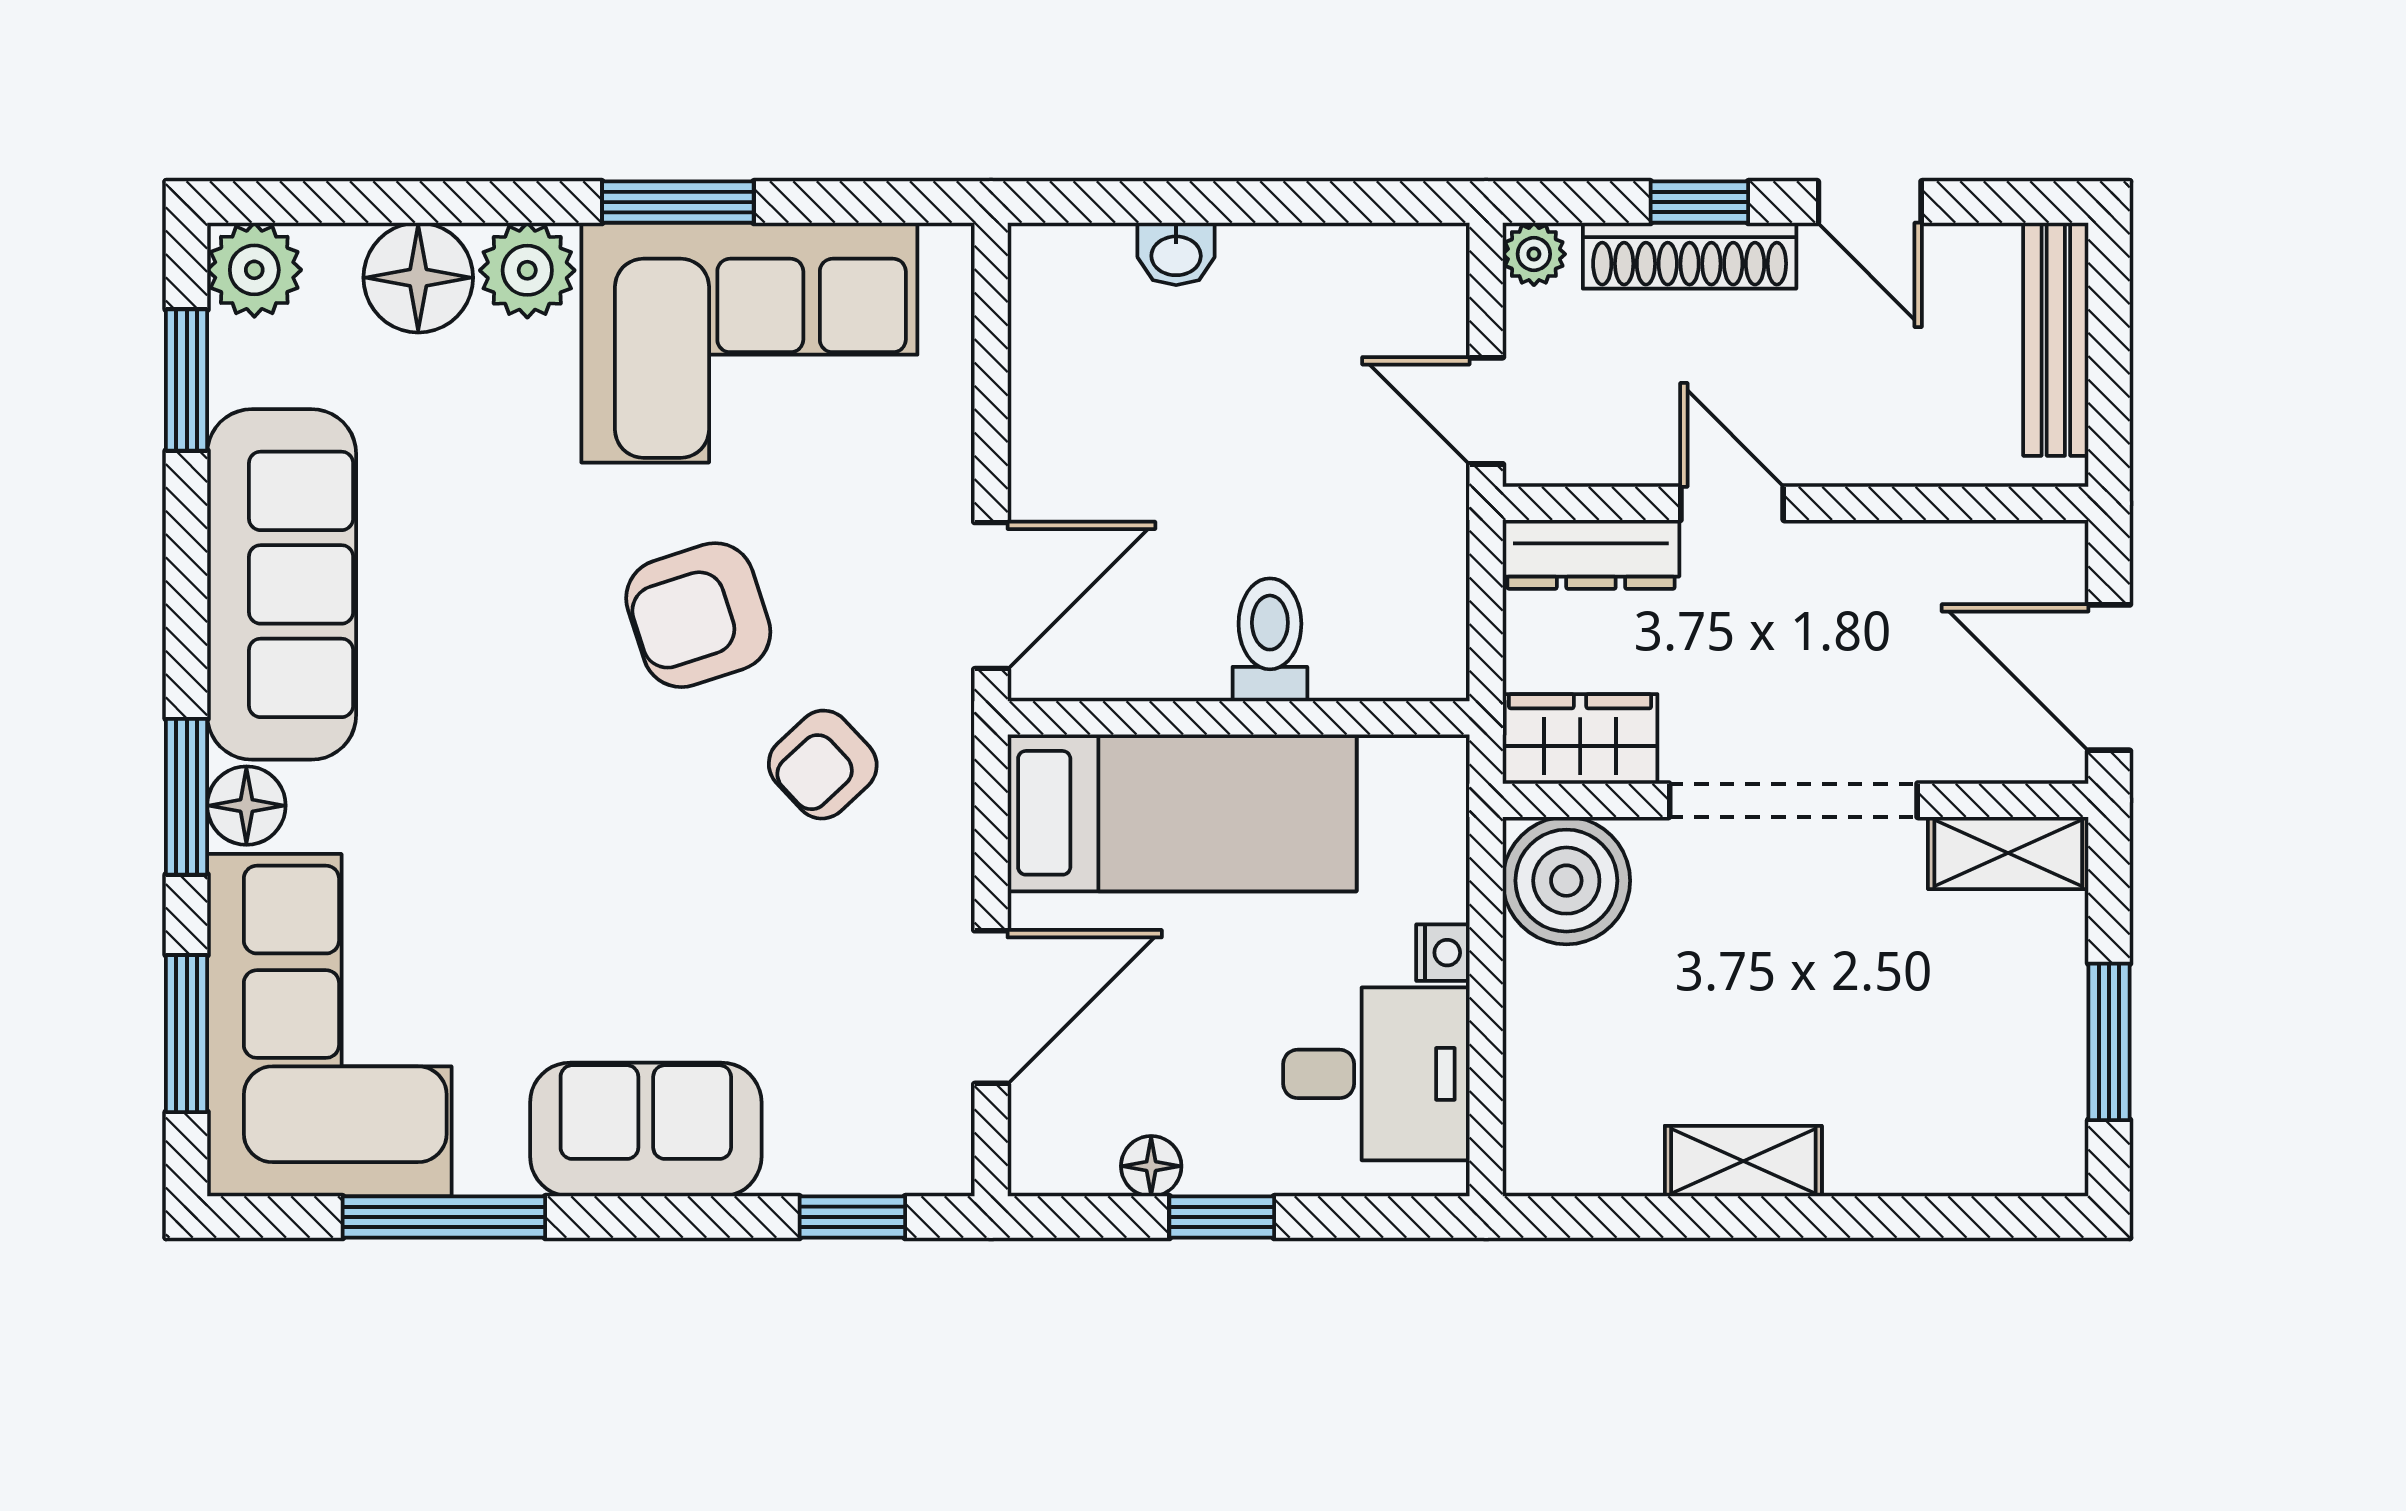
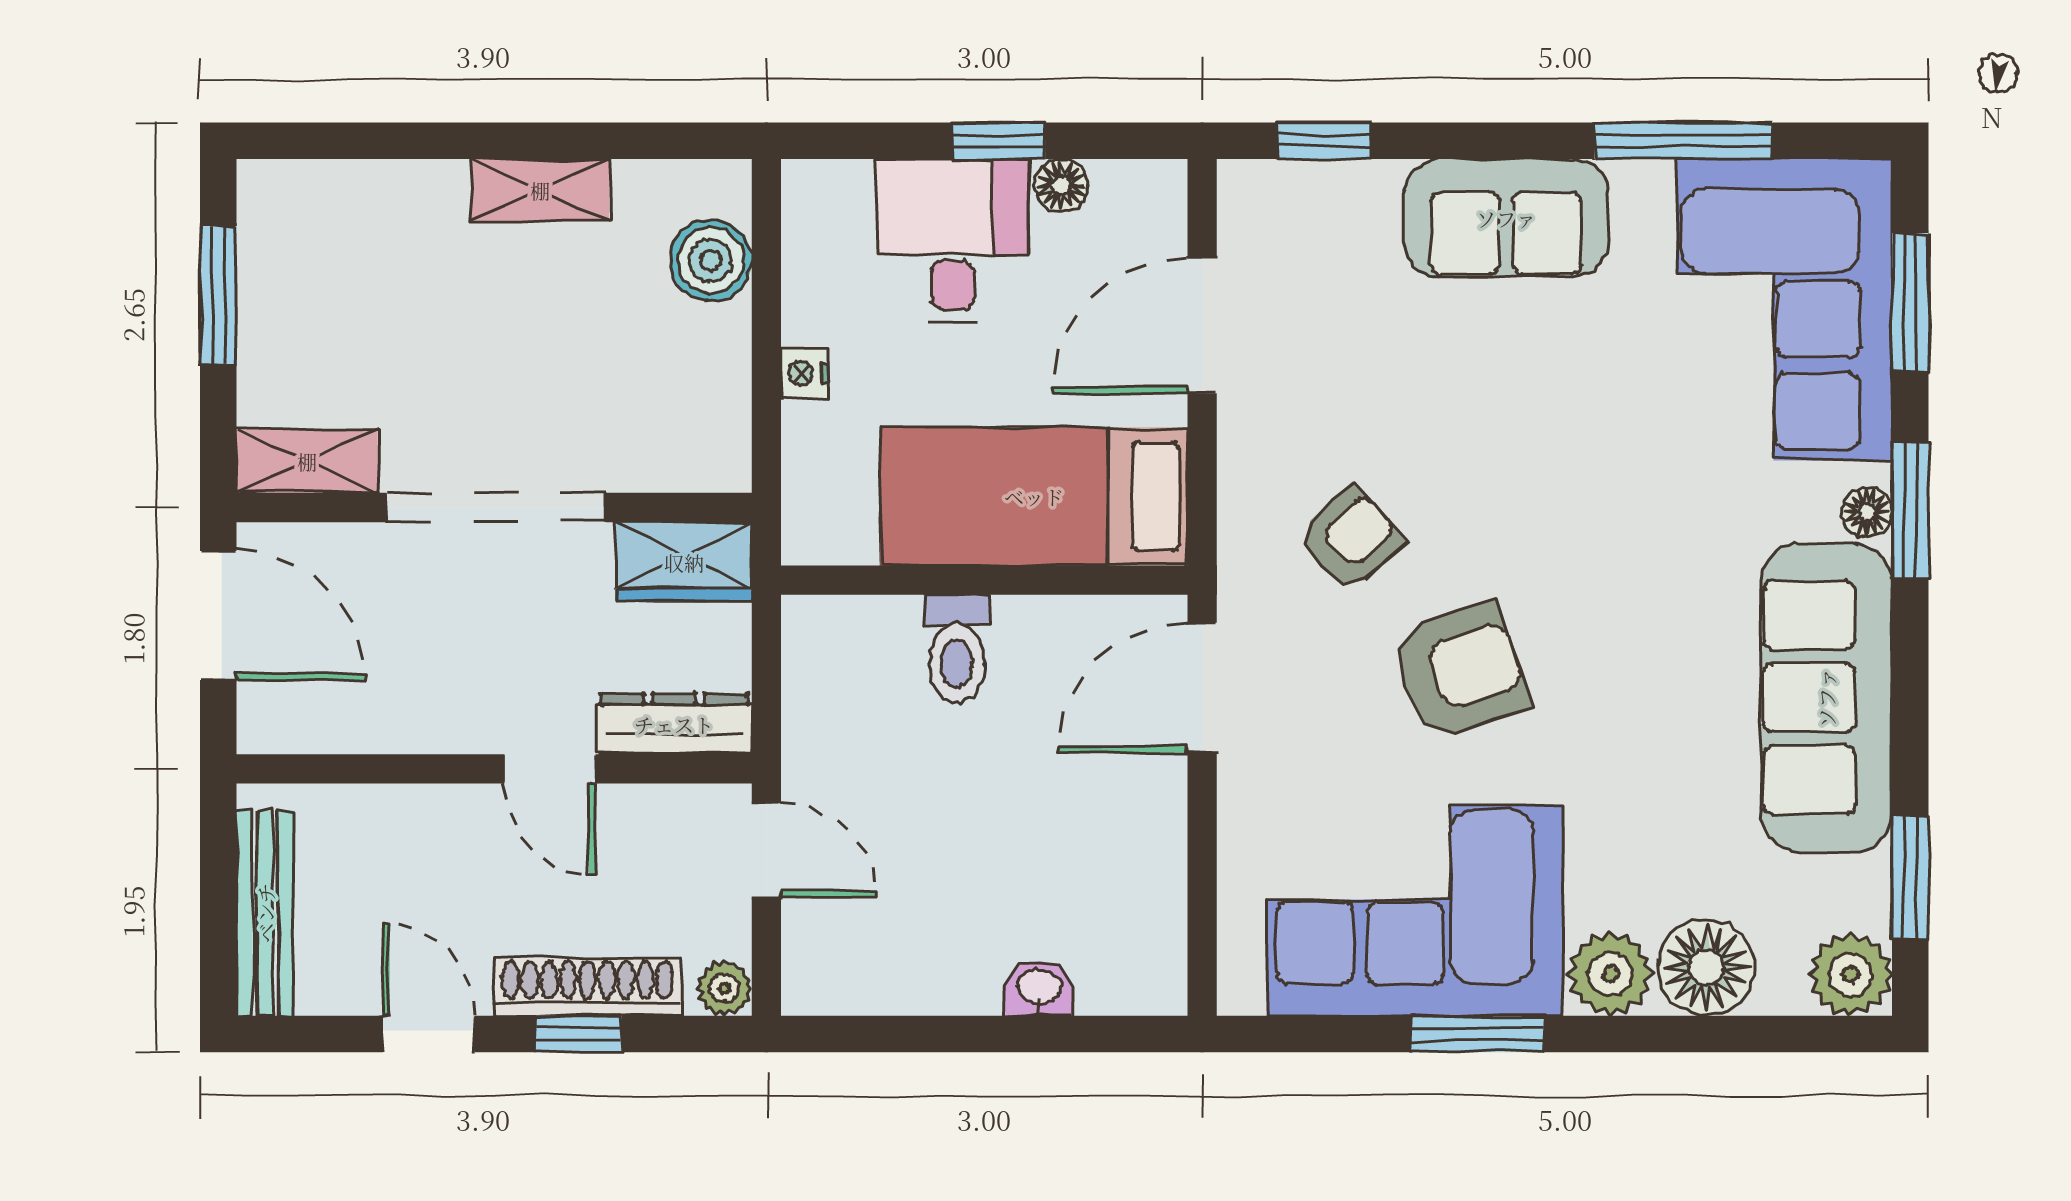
floor lamp: (246, 806) -> (1867, 512), width x0.73, depth x0.73
boiler: (1566, 881) -> (711, 260), moved, width x0.73, depth x0.73
desk: (1376, 1074) -> (953, 241), moved, turned 90

